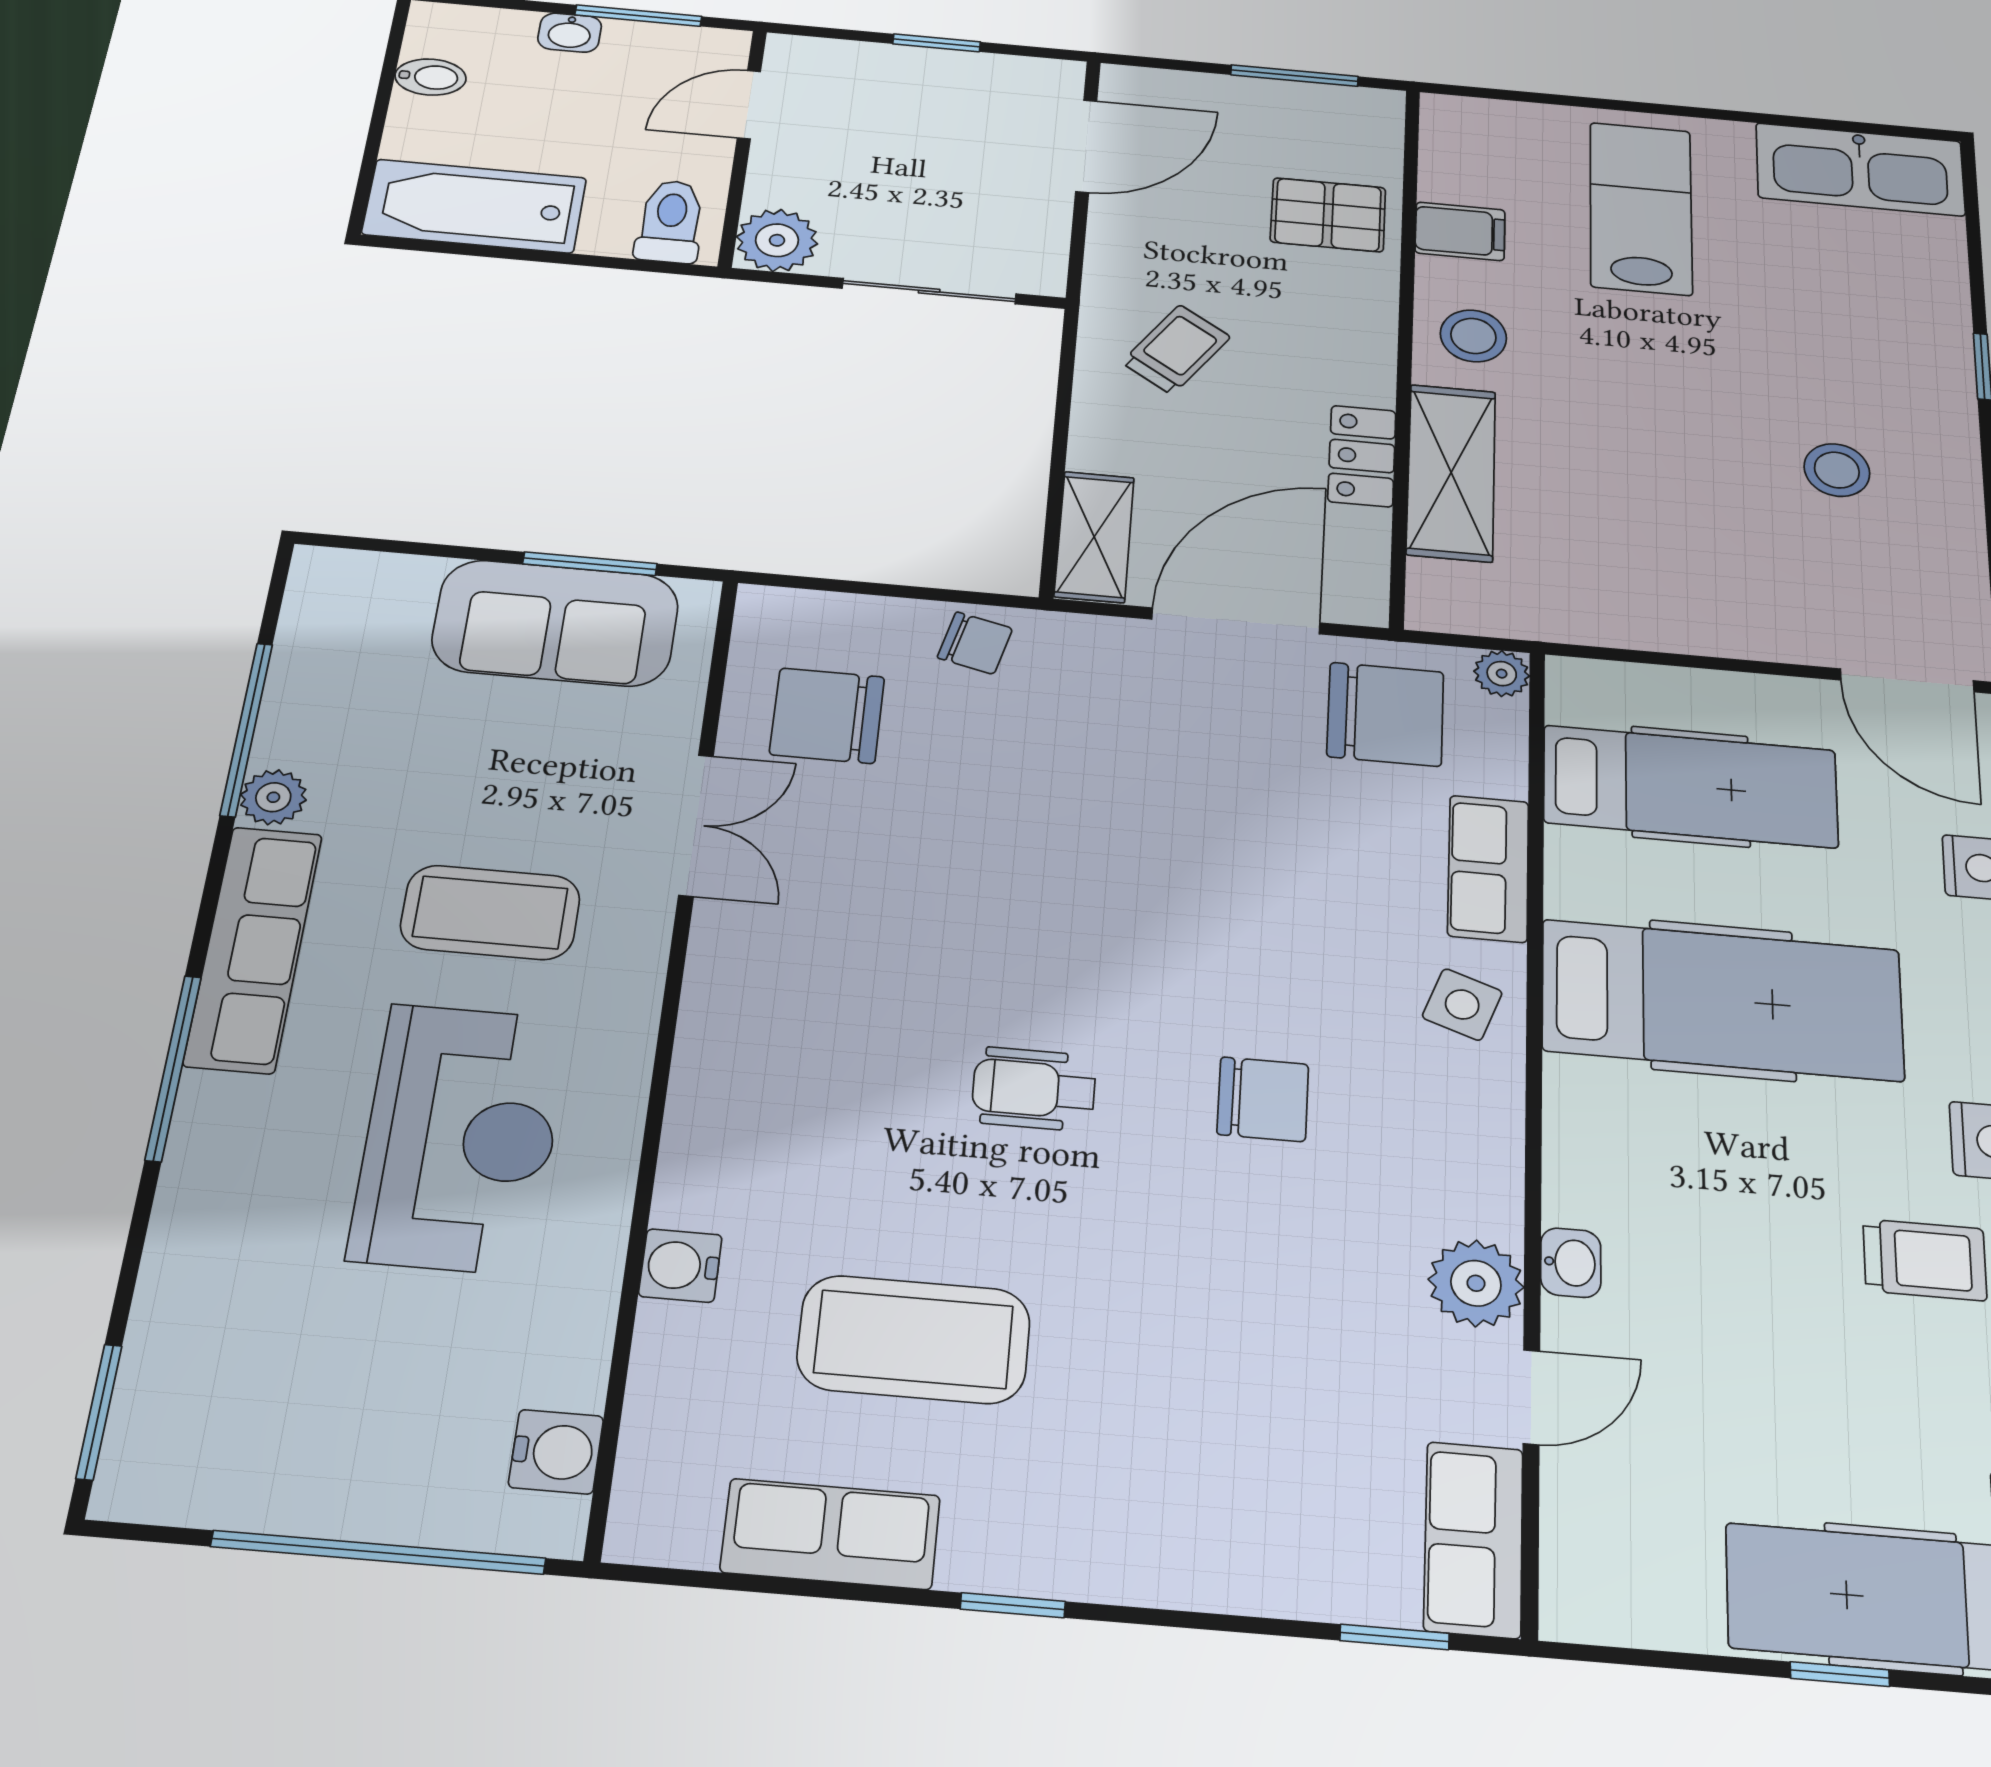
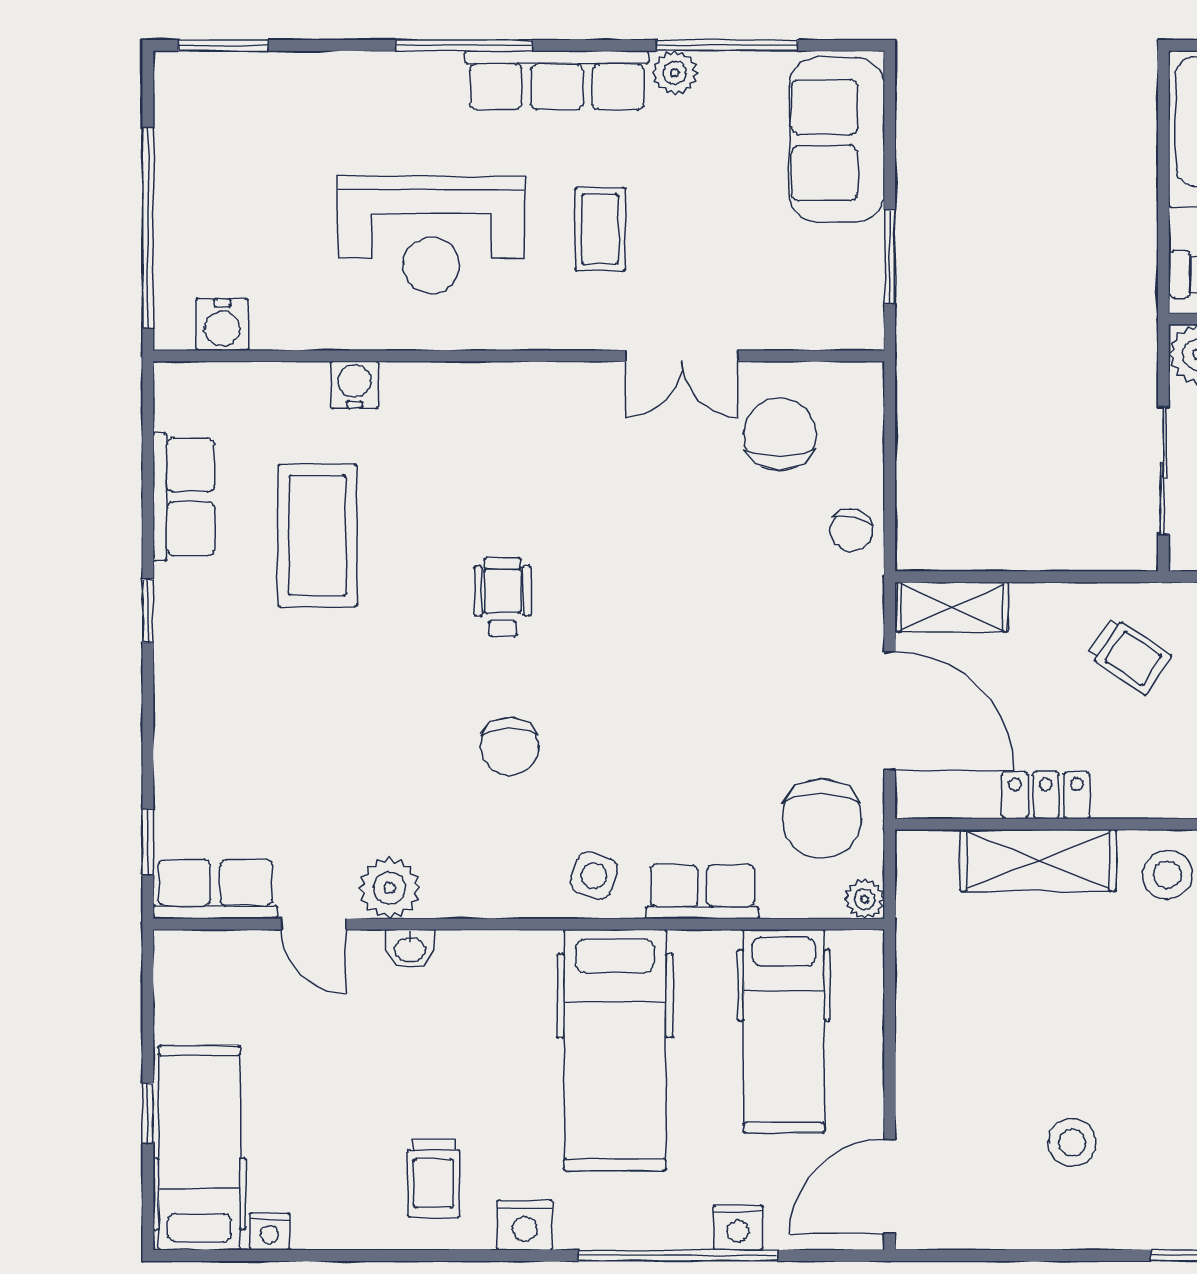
sofa: (555, 623) -> (837, 140), moved
coffee table: (490, 912) -> (600, 229), width x0.73, depth x0.77

